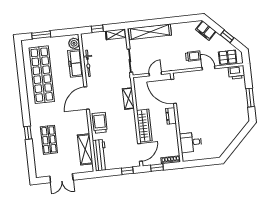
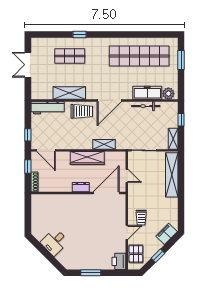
door: (87, 98) -> (109, 100), swing flipped
wardrobe: (144, 126) -> (87, 158), moved
desk: (191, 142) -> (55, 242), moved, turned -135
shelving: (85, 149) -> (69, 93), moved

